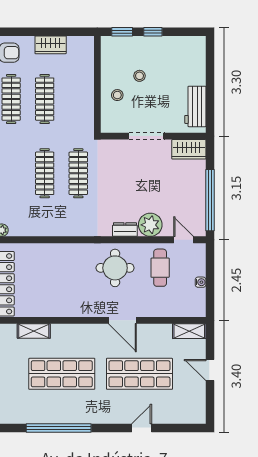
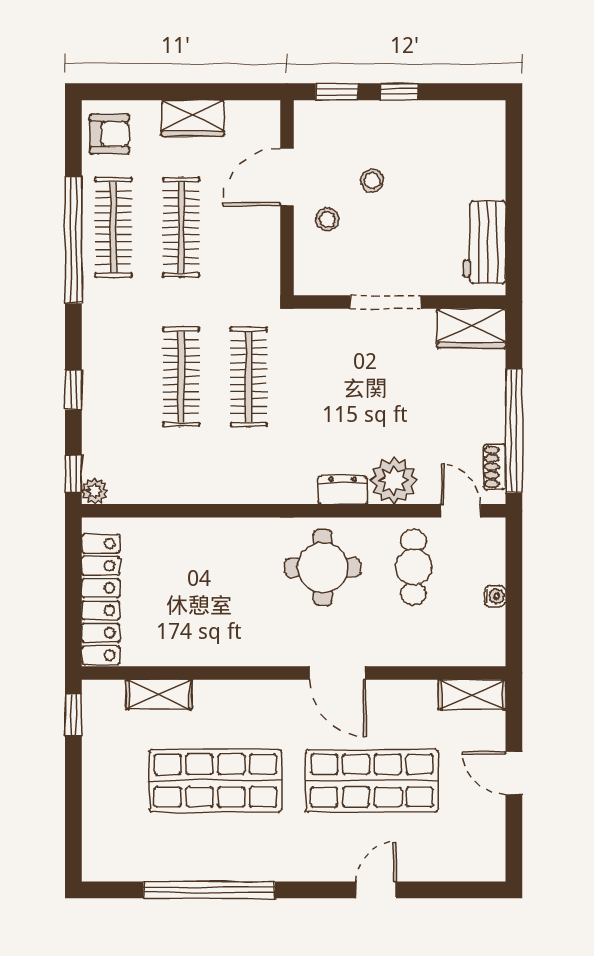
door: (97, 74) -> (287, 177), added
shoe rack: (200, 218) -> (495, 467), added

